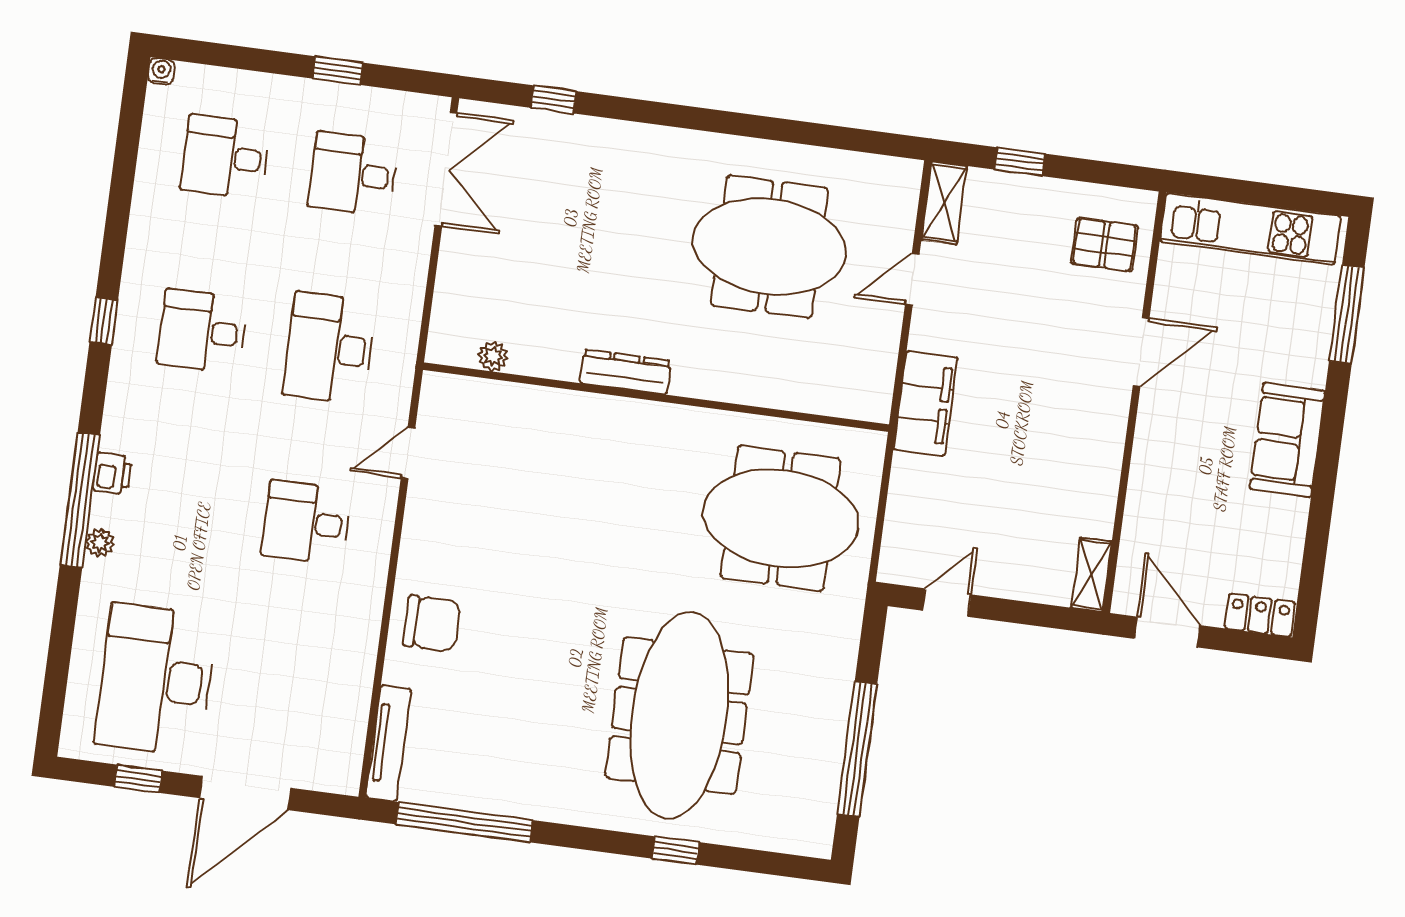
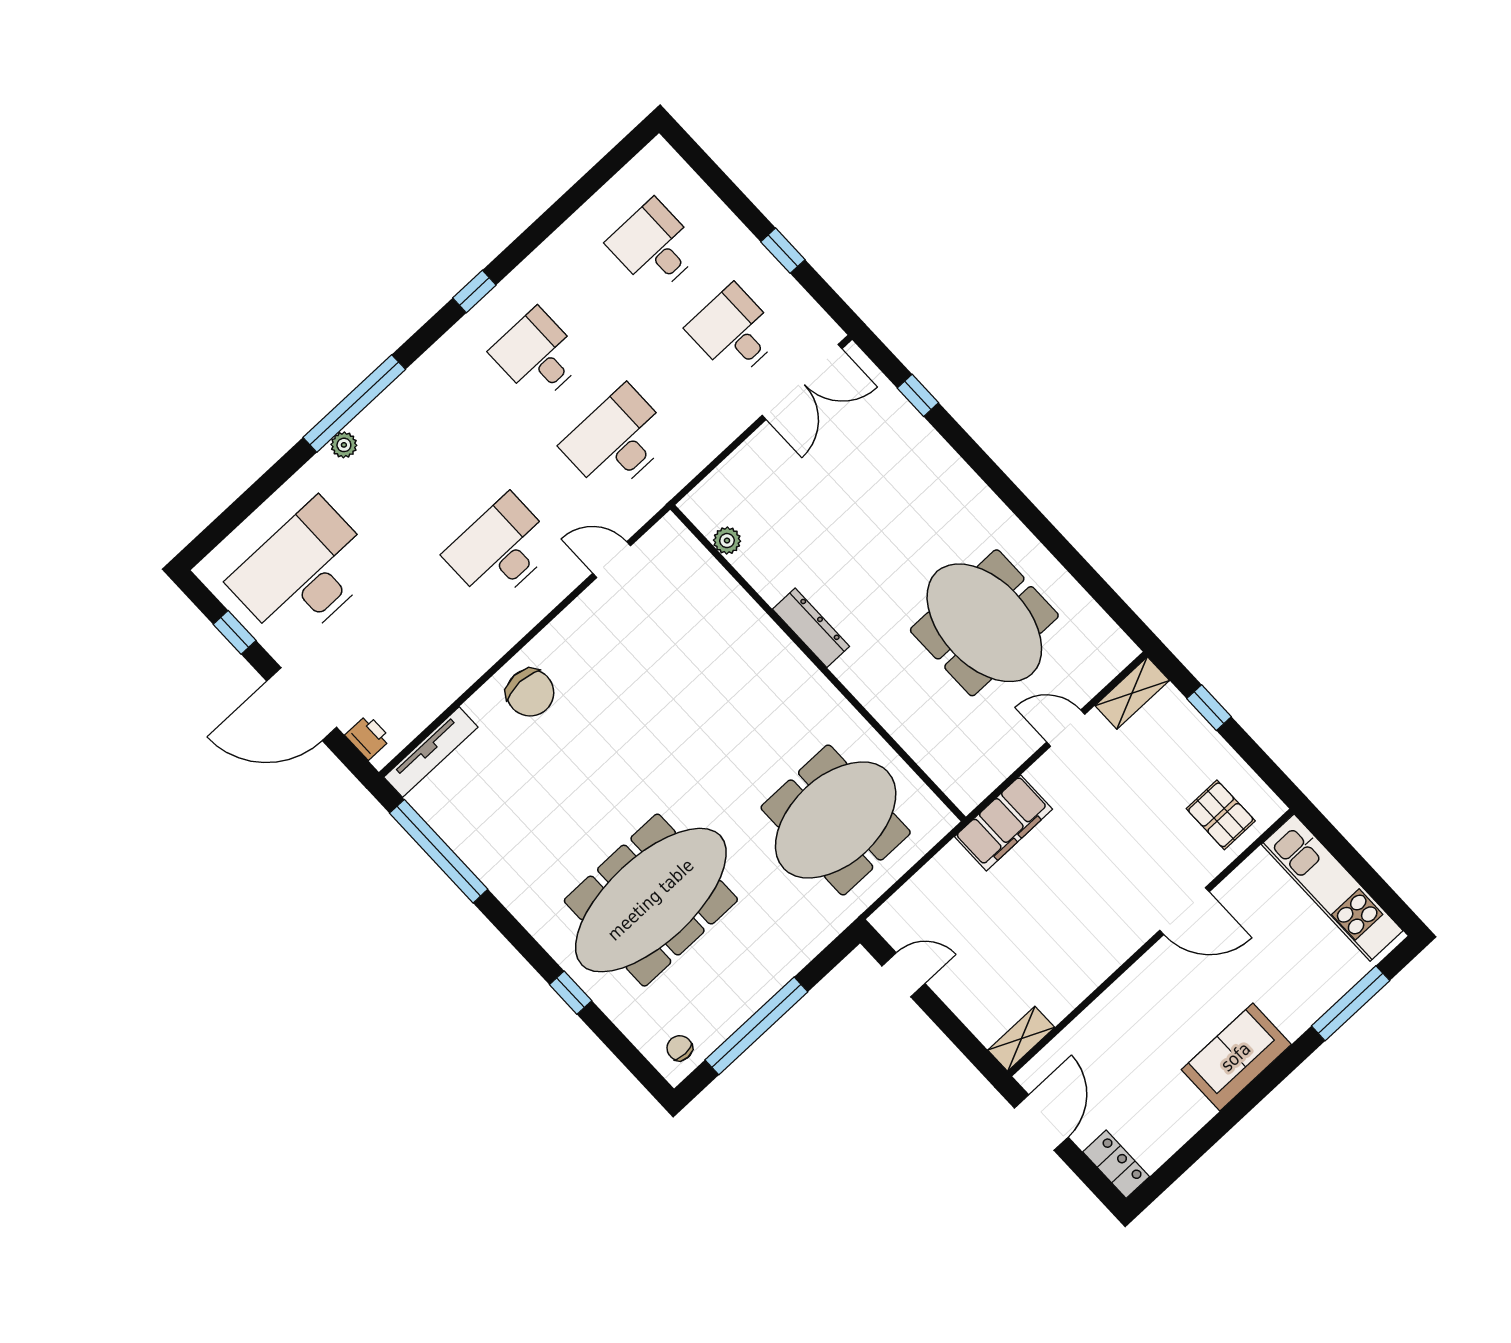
water cooler: (161, 71) -> (659, 149), removed
printer: (112, 474) -> (368, 737), moved, turned -90
meeting table: (781, 518) -> (836, 820), turned 90
desk: (306, 523) -> (500, 550), width x1.37
chair: (807, 821) -> (680, 1048), added

